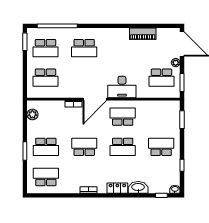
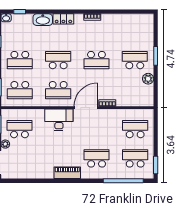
piano: (143, 34) -> (67, 173), moved
plant: (32, 114) -> (148, 79), moved
school desk: (46, 177) -> (20, 90), moved

